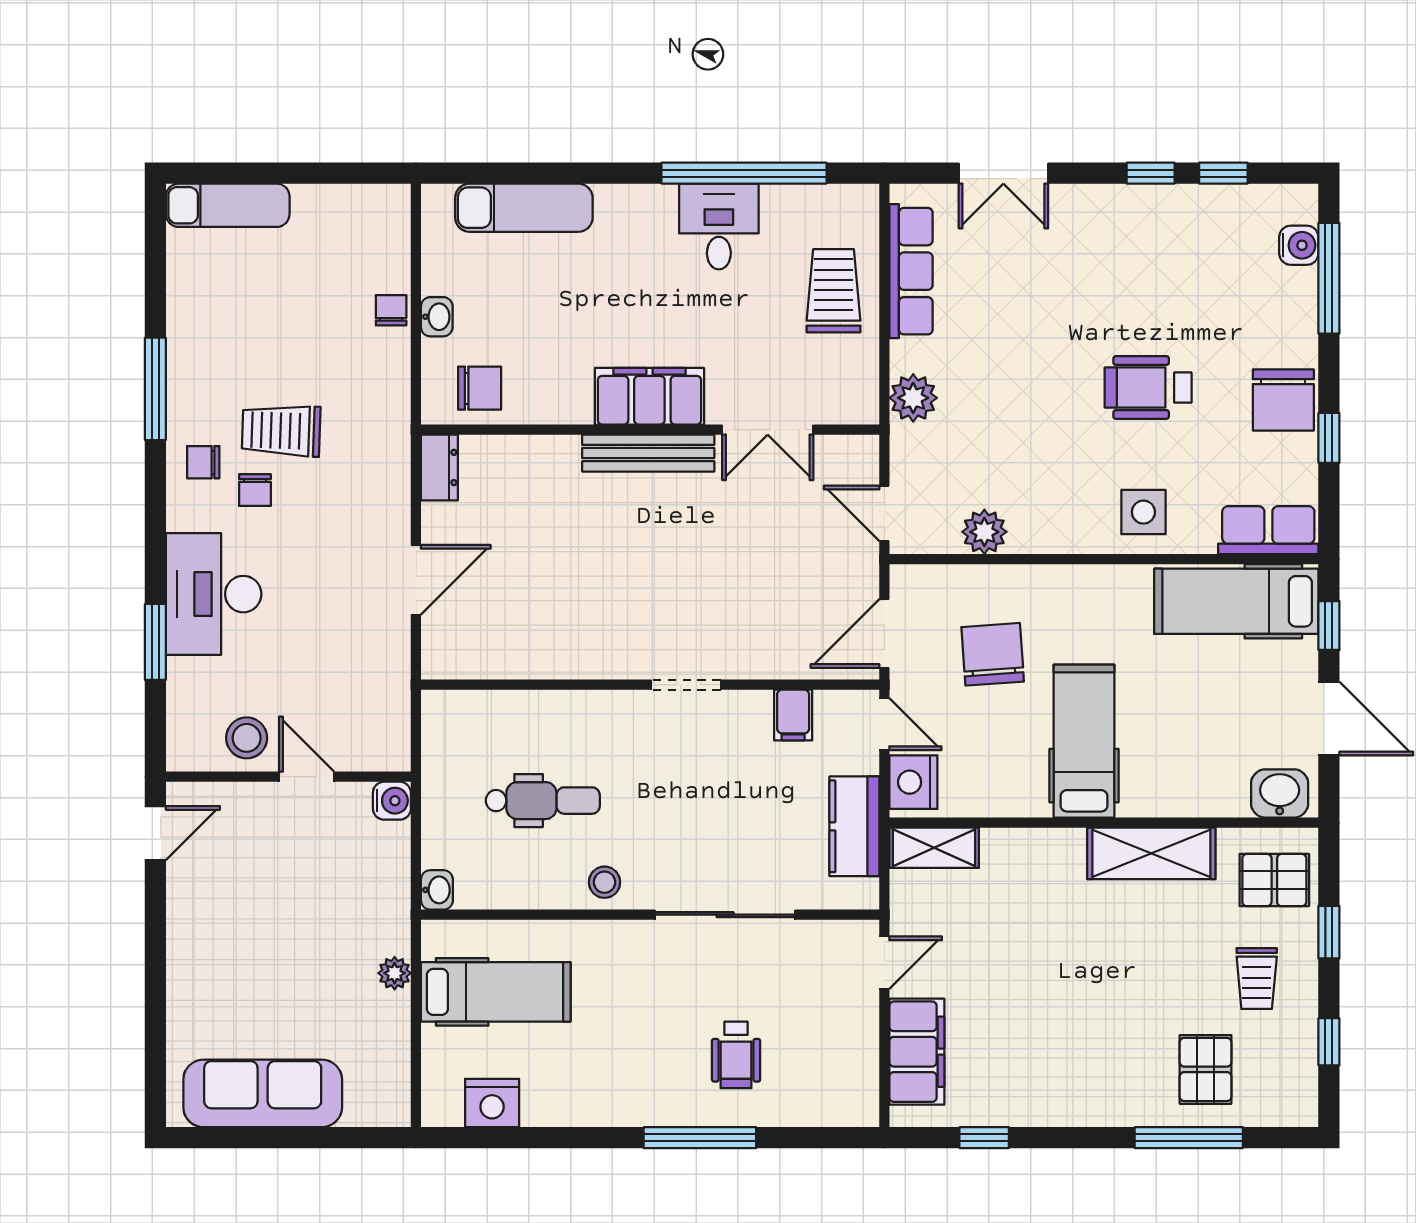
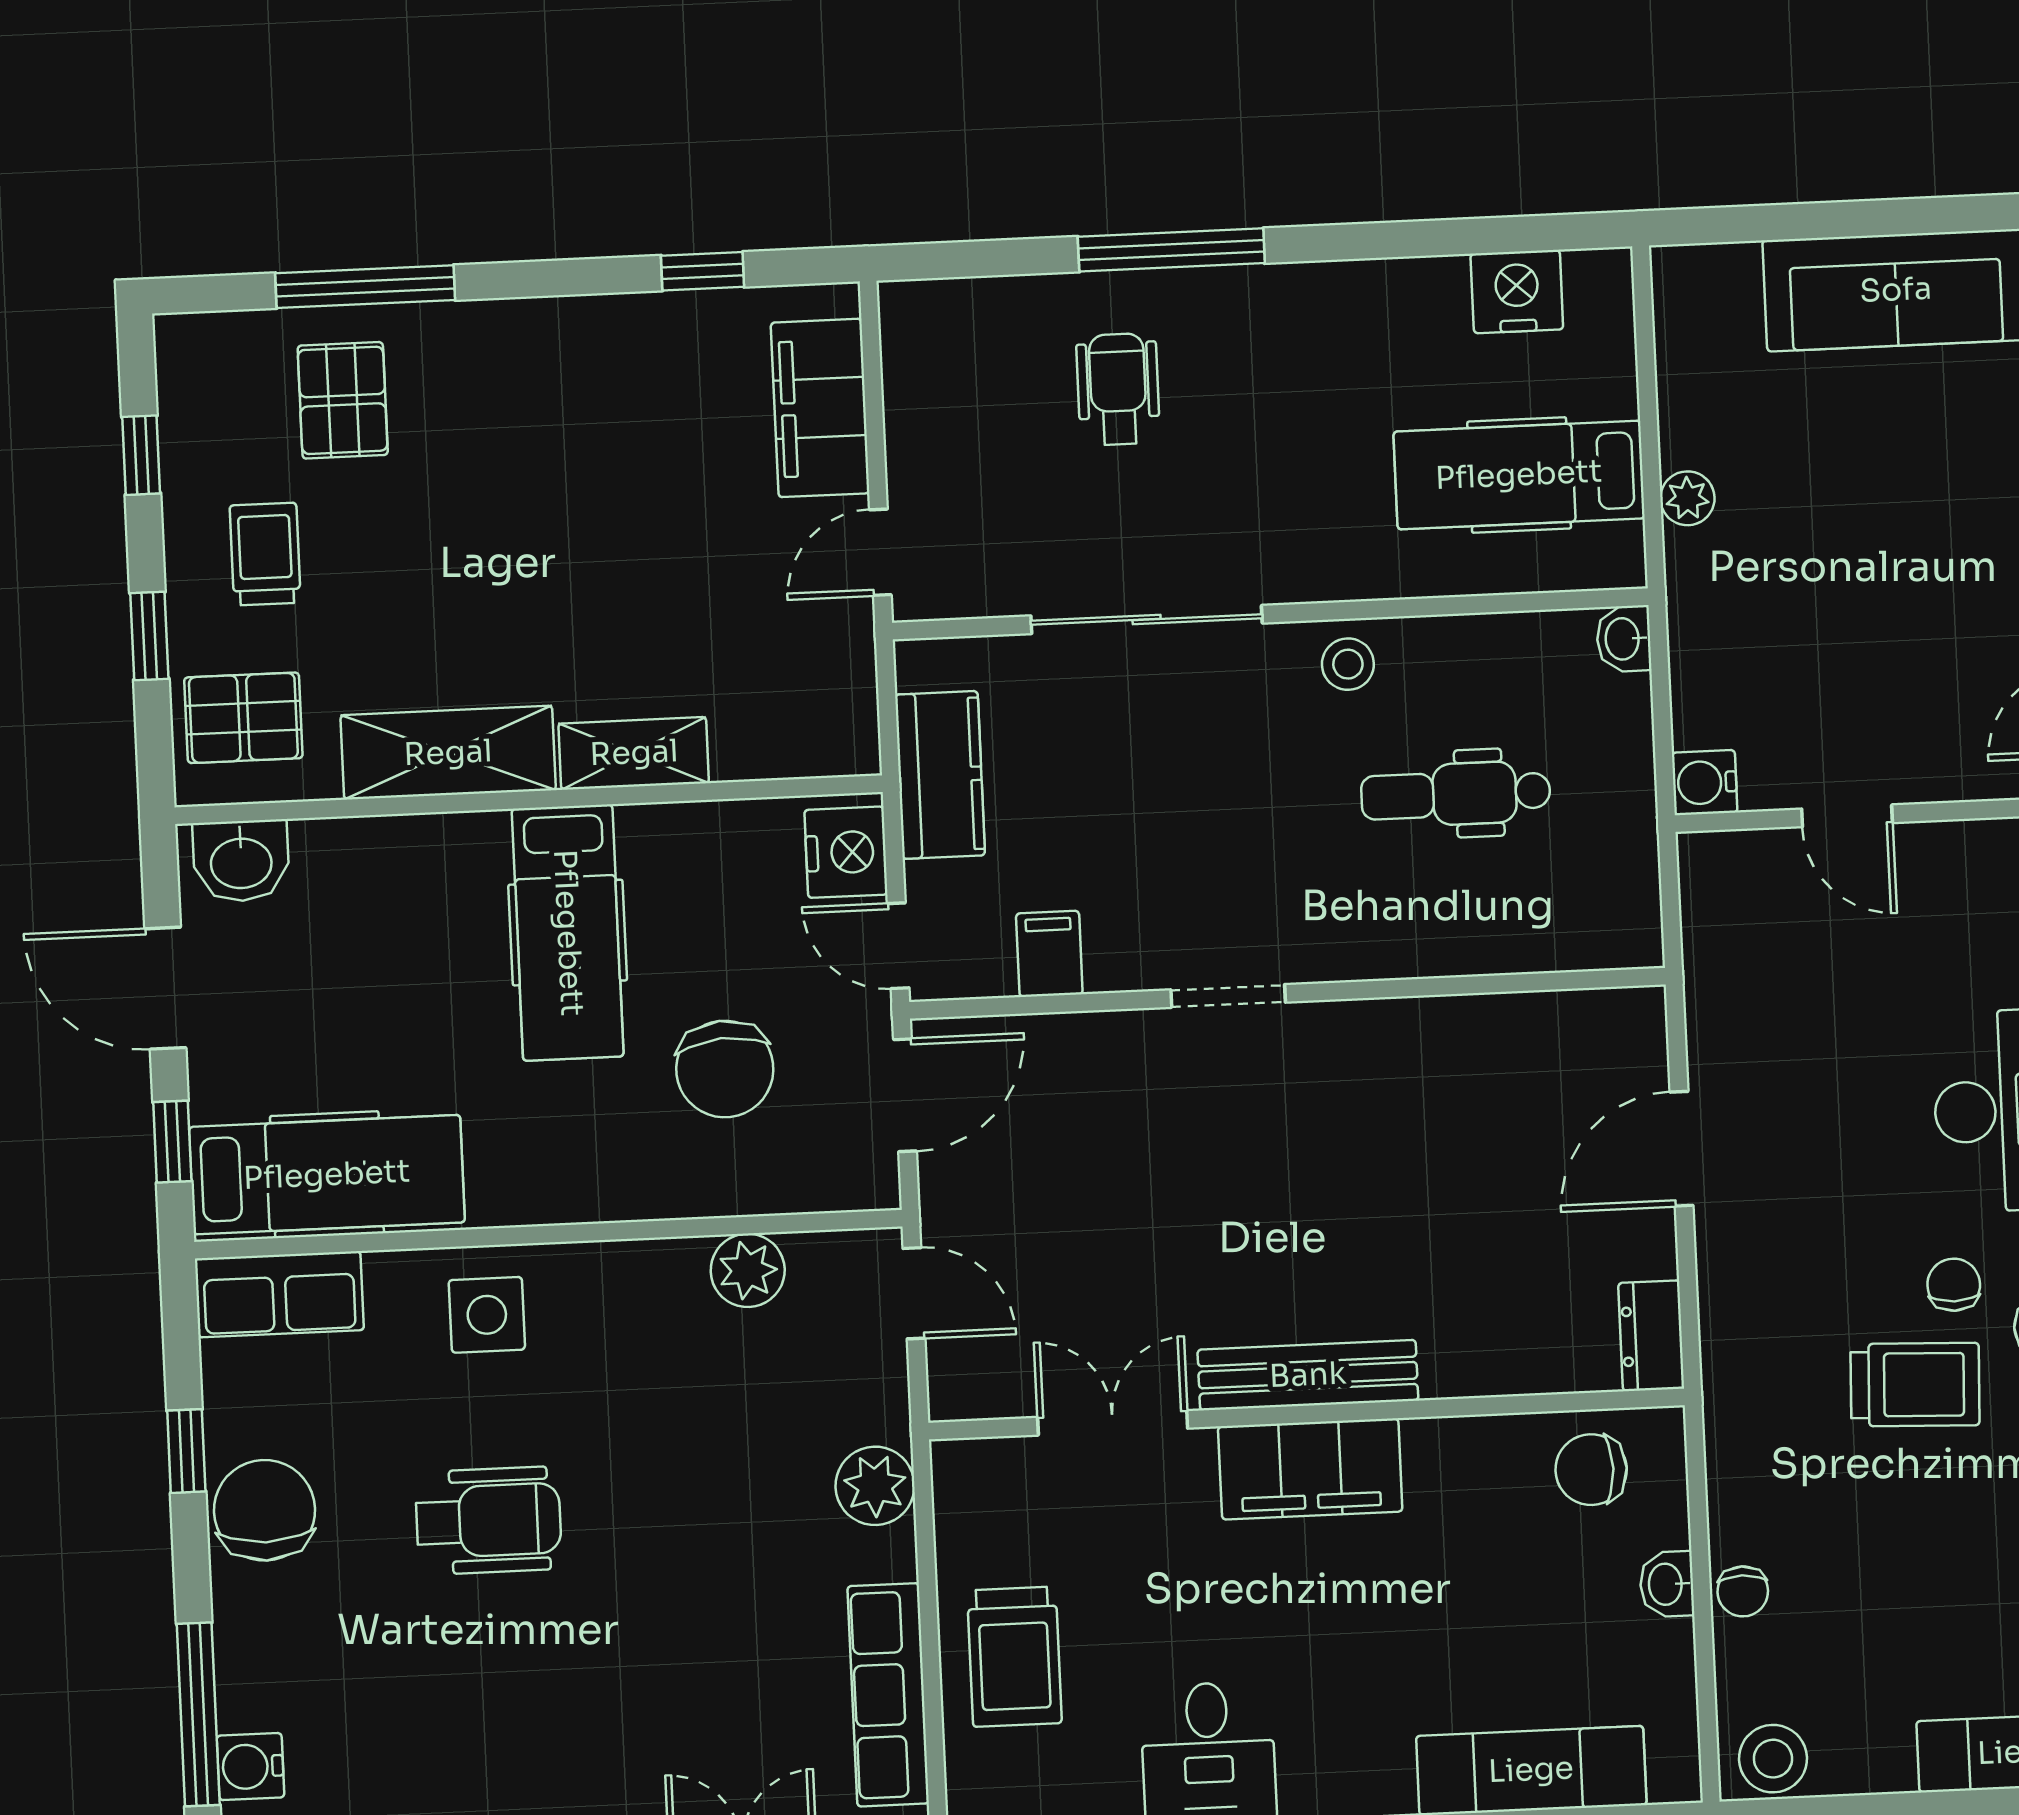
stool: (247, 738) -> (1773, 1759), moved
shelving: (934, 848) -> (634, 753), moved

